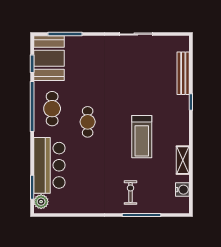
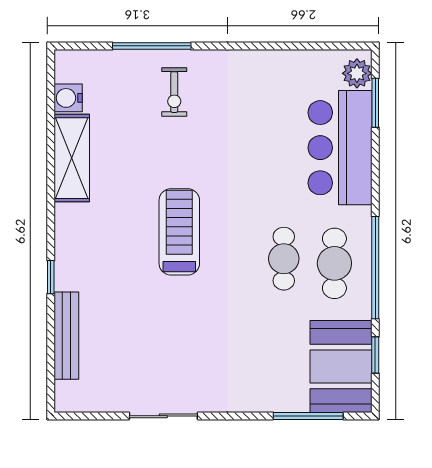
cafe table: (88, 122) -> (284, 259), moved
treadmill: (142, 137) -> (179, 232), moved
shelving: (183, 160) -> (72, 158), width x1.50, depth x1.33

